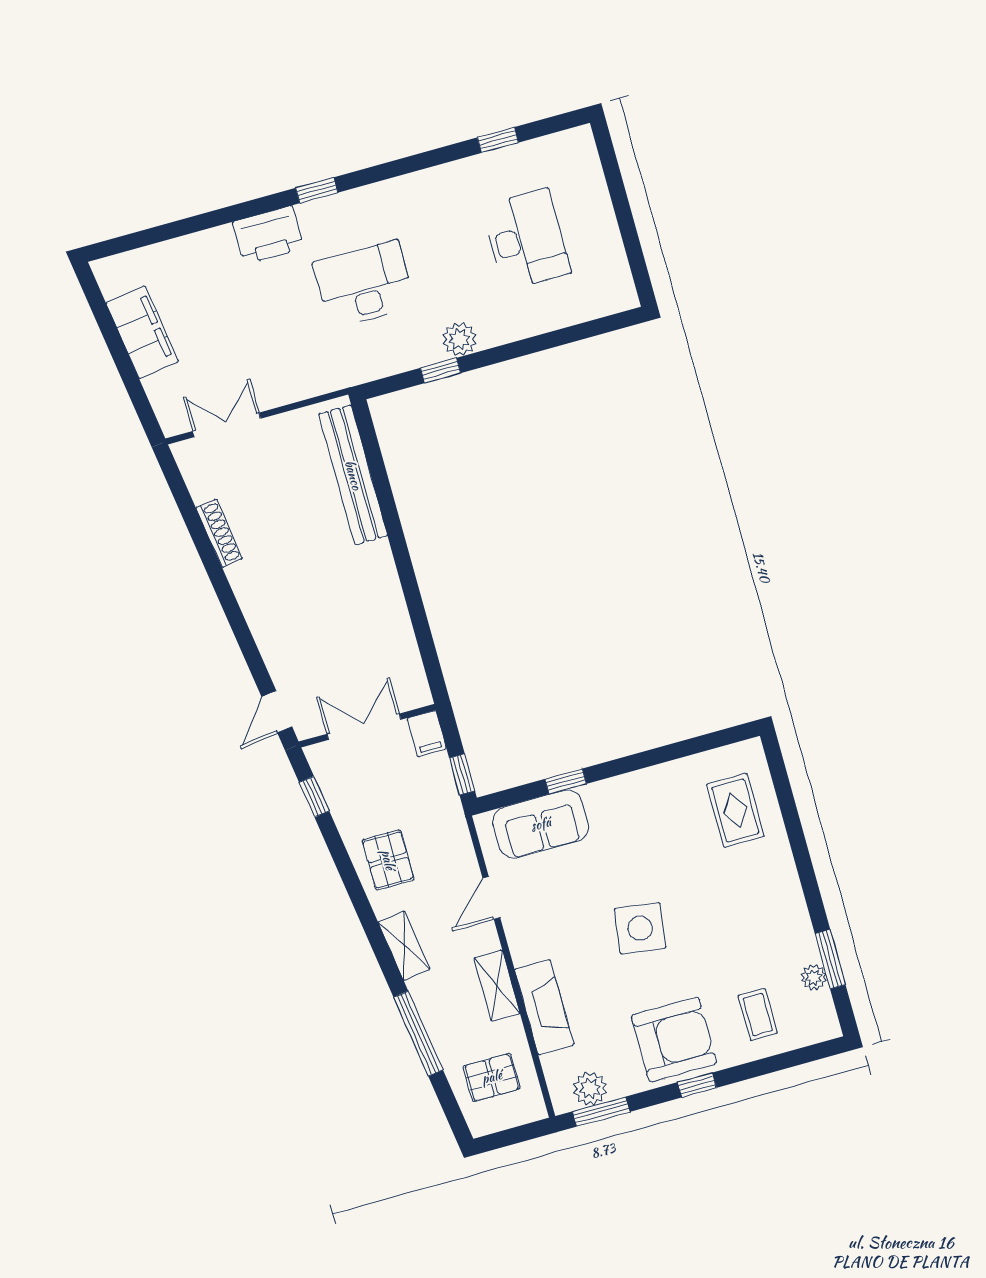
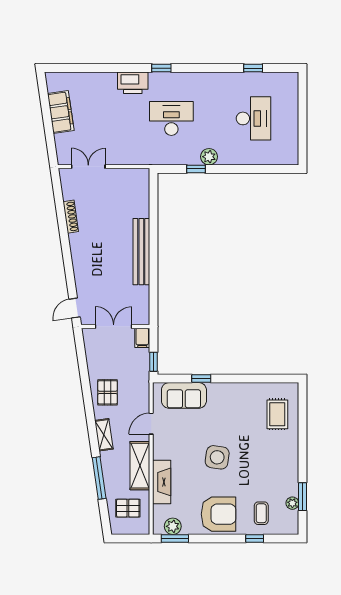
bench: (353, 475) -> (141, 252), moved
window: (314, 797) -> (81, 353), removed
shelving: (497, 986) -> (140, 466), width x1.50, depth x1.33
window: (697, 1085) -> (255, 538), moved

